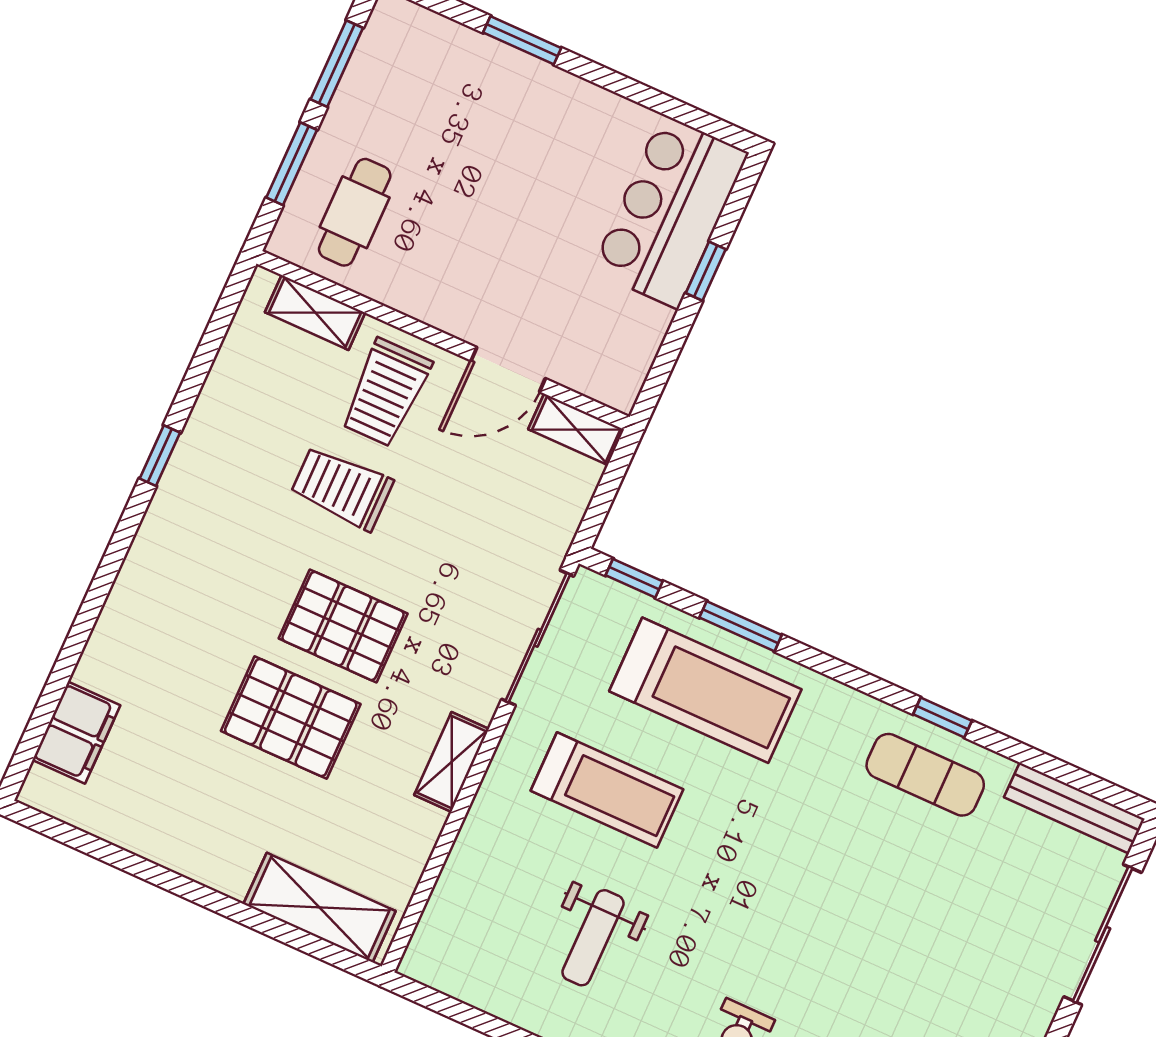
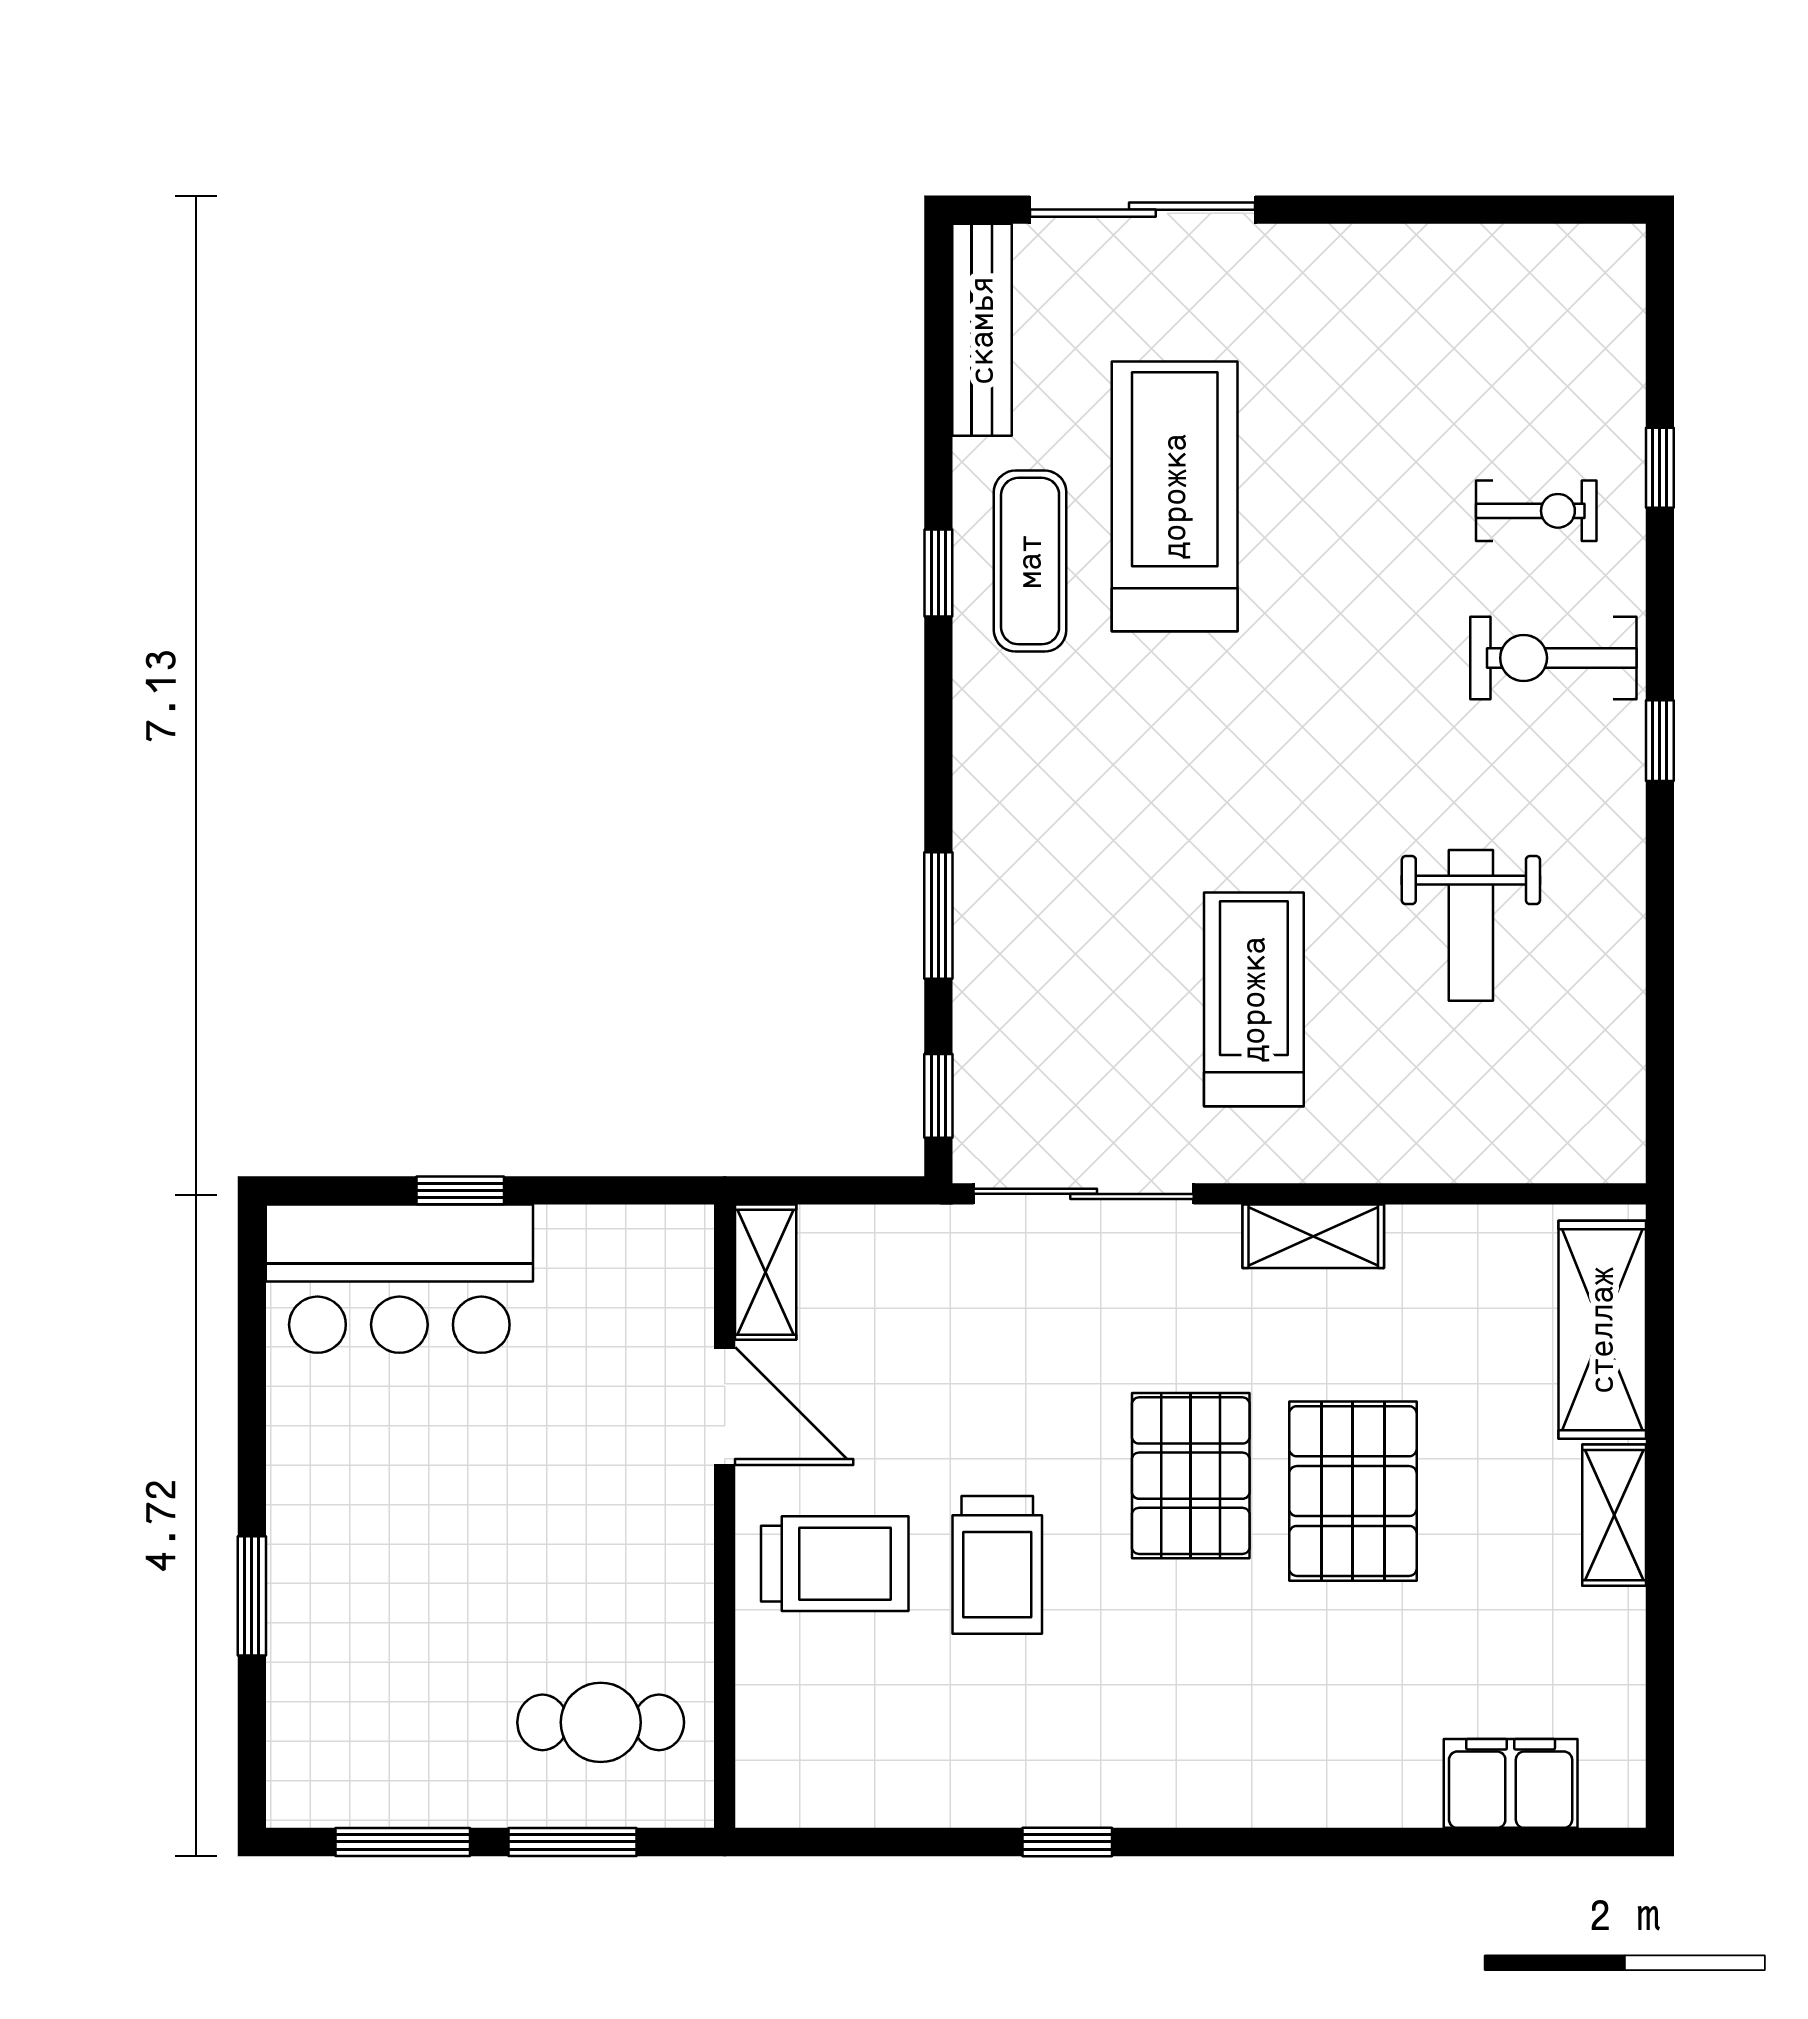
shelving: (315, 312) -> (1614, 1515), moved
treadmill: (705, 690) -> (1175, 496), moved
weight bench: (593, 938) -> (1471, 925), turned 90

